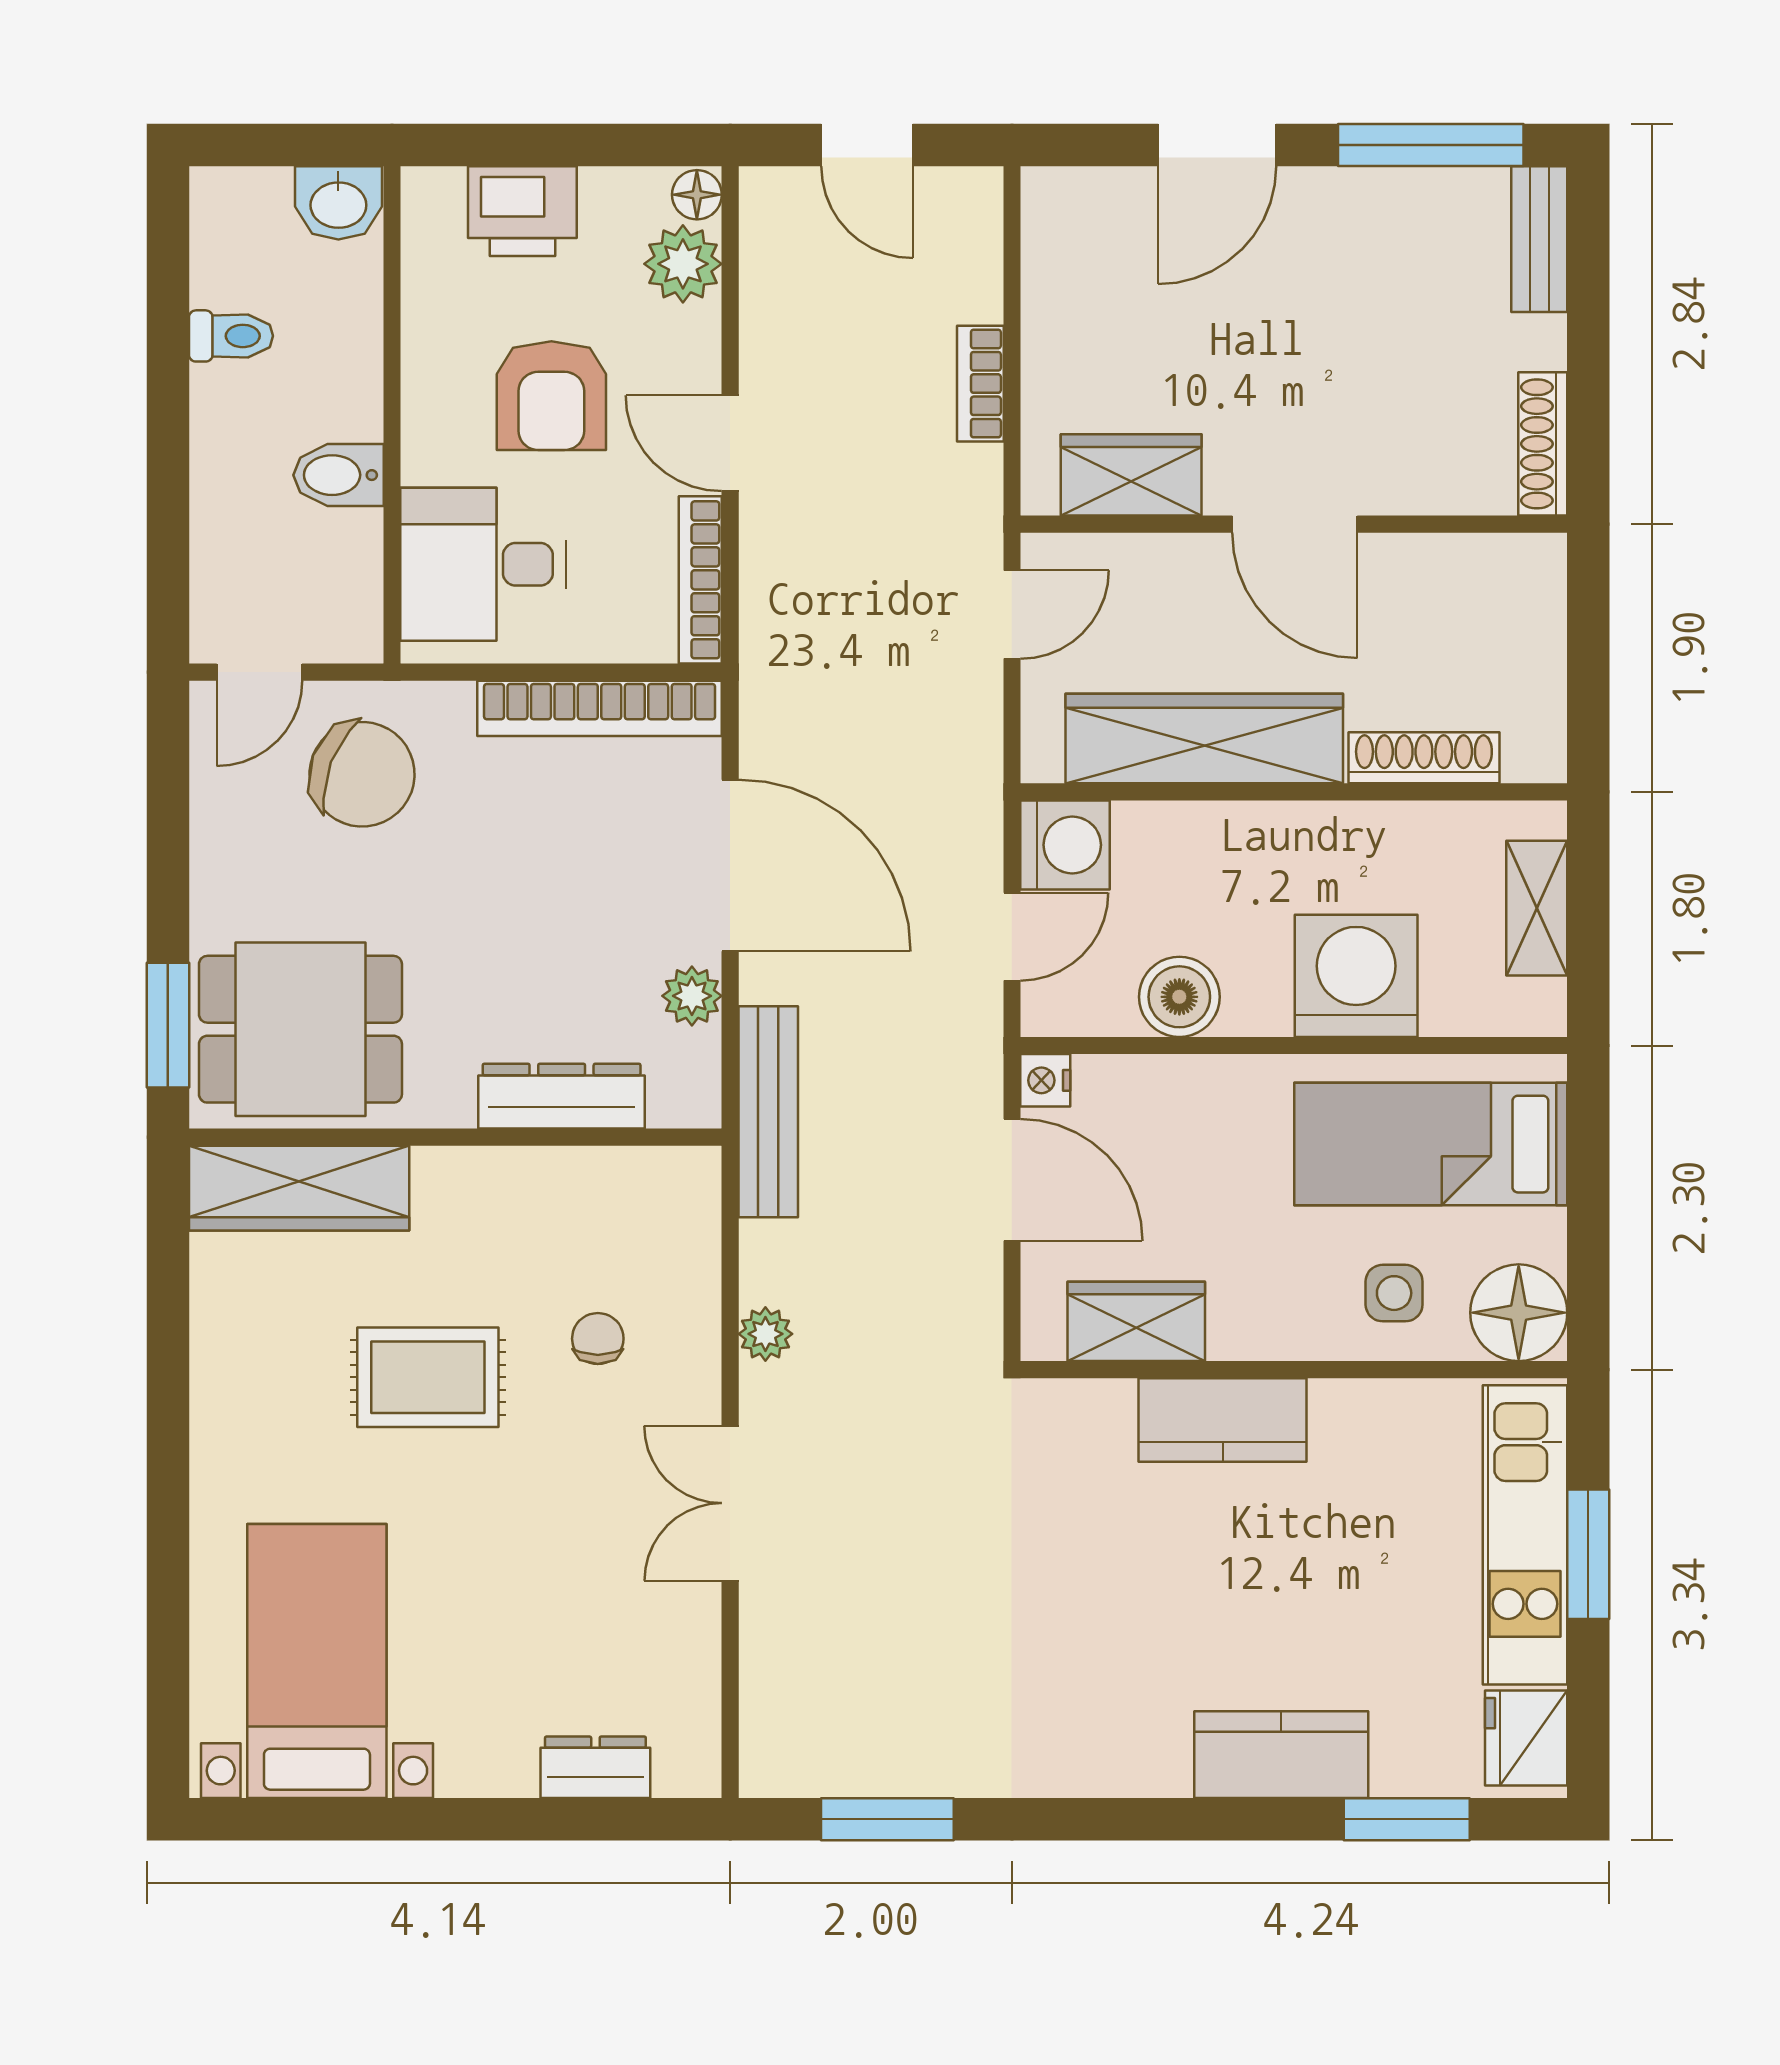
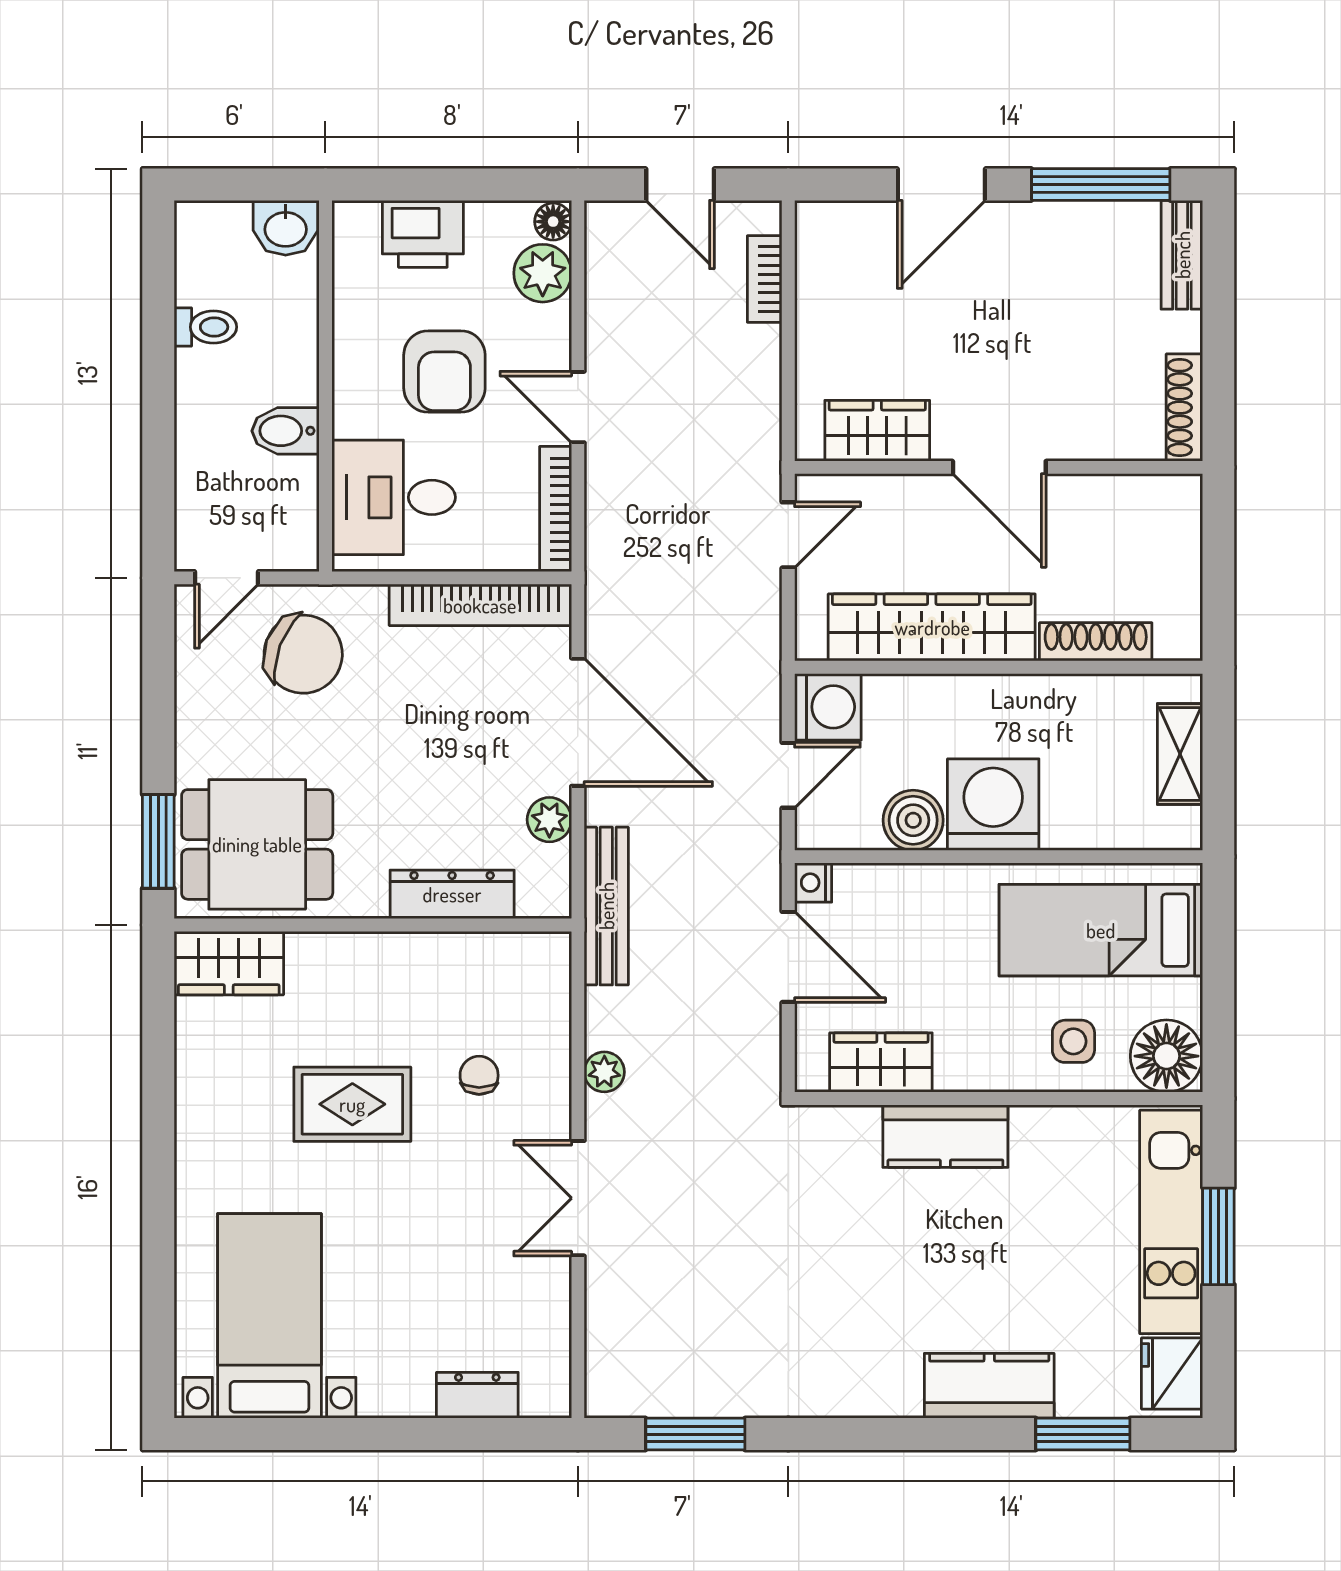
bookcase: (980, 384) -> (765, 279), moved
washing machine: (1356, 976) -> (993, 805), moved
wardrobe: (299, 1188) -> (229, 963), width x0.67

